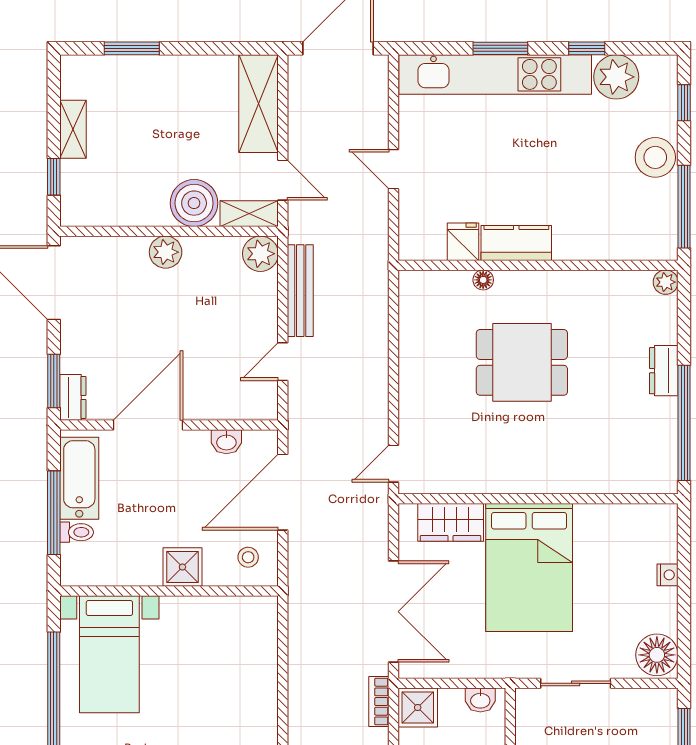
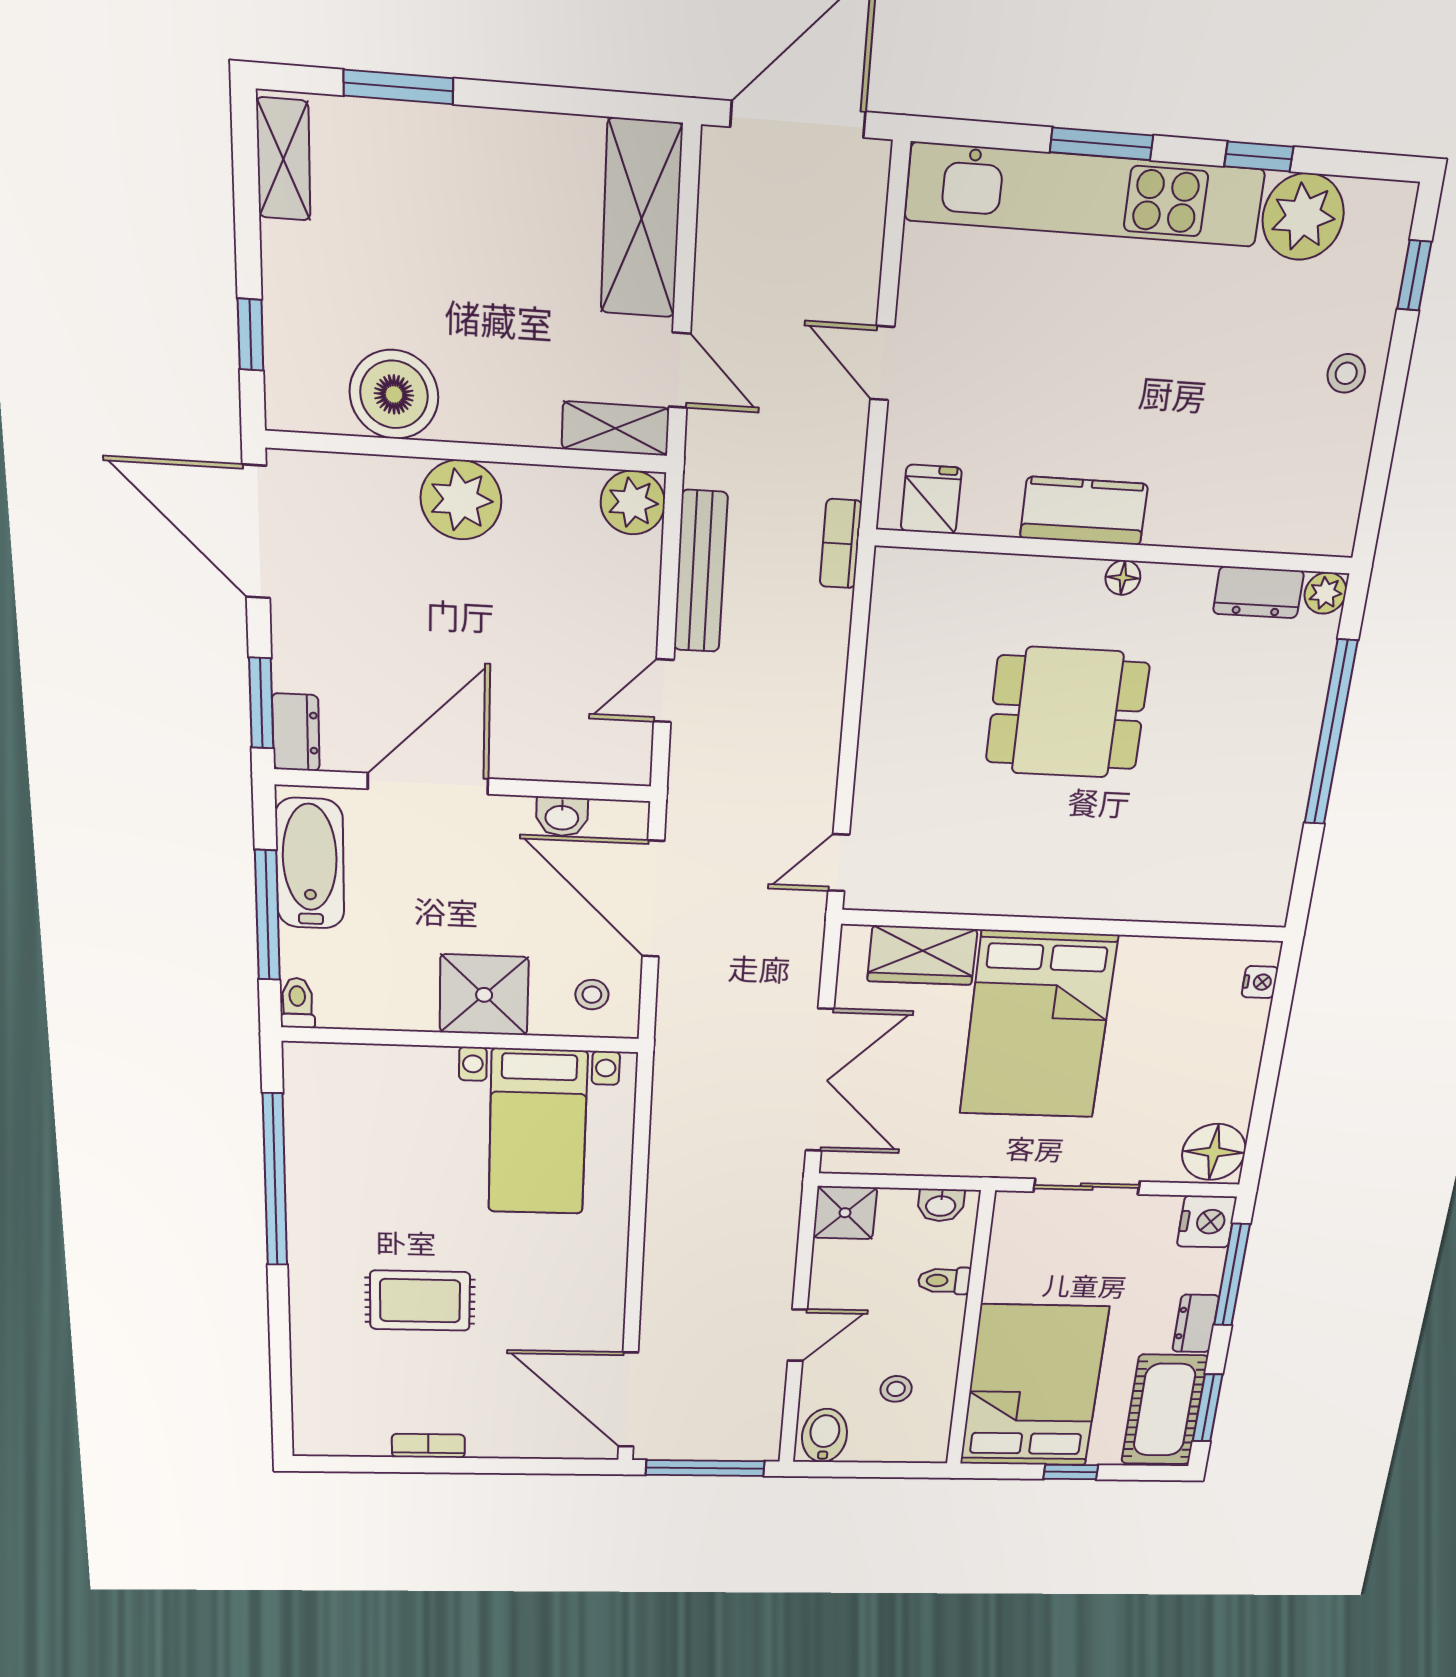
shelving: (73, 129) -> (283, 159), moved
stool: (655, 157) -> (1346, 373), width x0.53, depth x0.53
boiler: (194, 203) -> (394, 394), moved
window: (684, 207) -> (1380, 465), removed
fridge: (463, 242) -> (931, 499), moved
plant: (166, 252) -> (461, 500), width x1.36, depth x1.36
floor lamp: (483, 280) -> (1123, 578), moved
dresser: (664, 371) -> (1258, 592), moved, turned -90
window: (684, 423) -> (1331, 733), moved
door: (283, 492) -> (653, 899), hinge flipped
toilet: (77, 532) -> (297, 1003), moved, turned -90
shower: (182, 567) -> (484, 995), width x1.36, depth x1.36
nightstand: (668, 575) -> (1260, 982), moved
bed with nightstands: (109, 654) -> (538, 1132), moved
bookcase: (379, 702) -> (841, 544), moved
nightstand: (660, 708) -> (1207, 1222), added

